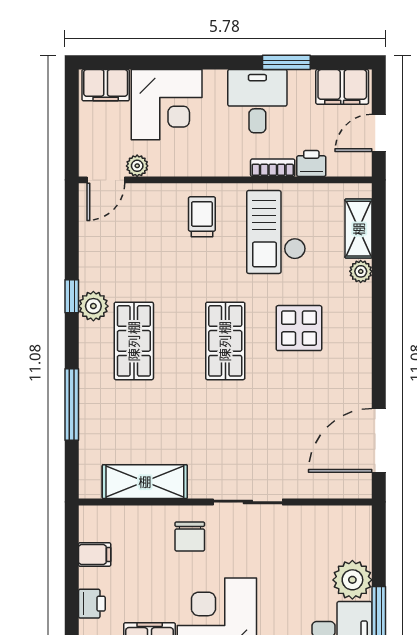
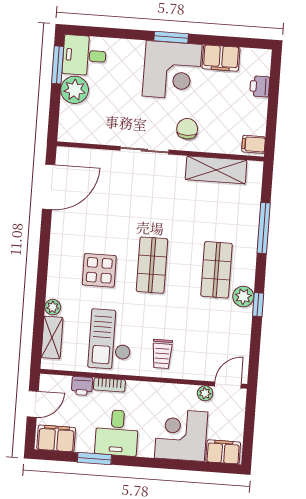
checkout: (276, 232) -> (110, 339), turned 180
filing cabinet: (95, 555) -> (254, 144), moved

